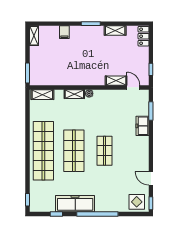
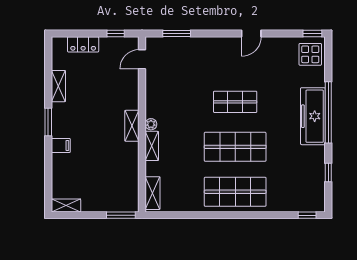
filing cabinet: (64, 32) -> (61, 145), moved
locker: (144, 36) -> (83, 44), moved
shelving: (116, 81) -> (132, 126), moved
freezer: (142, 126) -> (198, 46), removed
shop shelf: (43, 151) -> (235, 192), width x0.71
door: (151, 178) -> (251, 34), moved
freezer: (75, 204) -> (313, 116), moved

